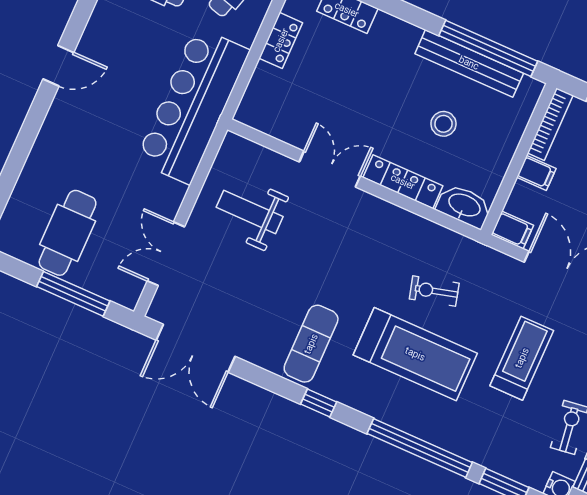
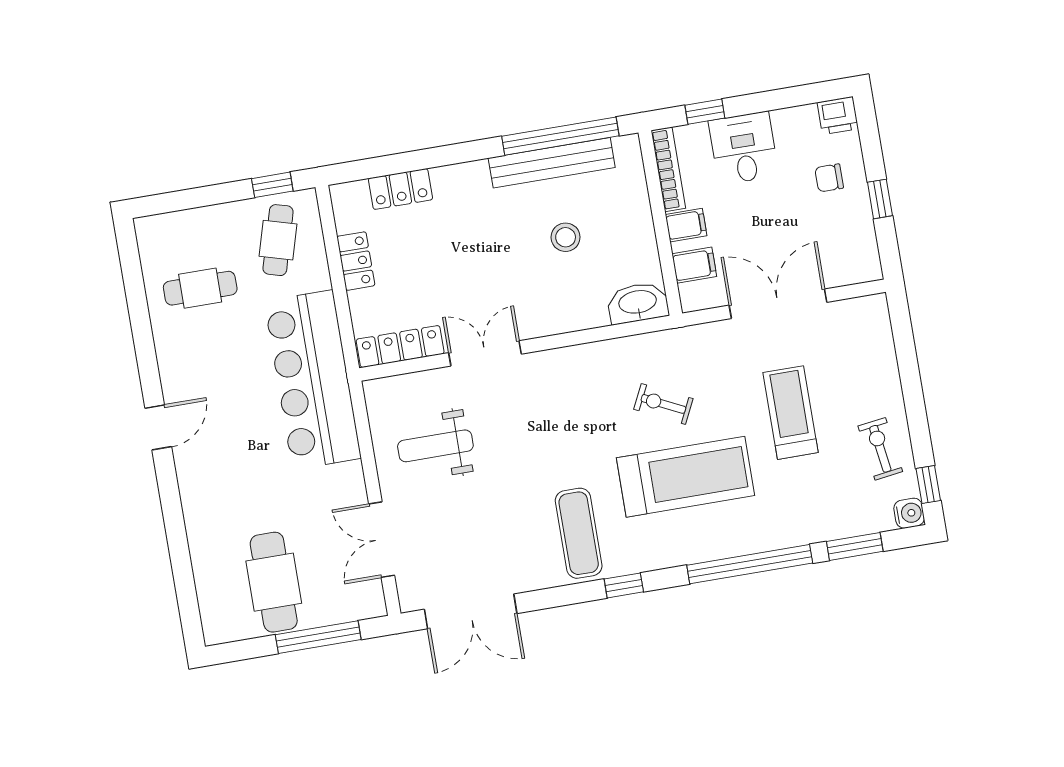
locker: (403, 182) -> (400, 347), moved
filing cabinet: (512, 230) -> (694, 265), moved
exercise bike: (434, 291) -> (663, 404), turned 41

